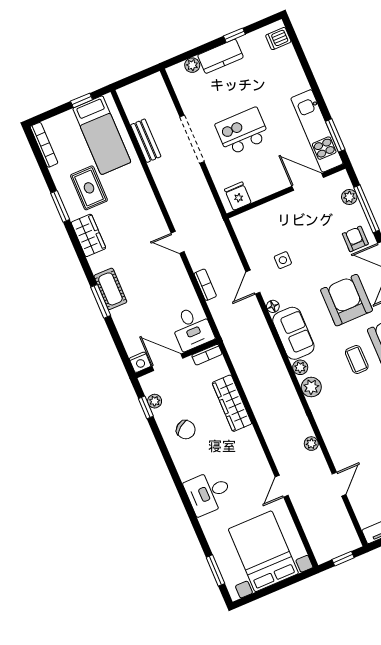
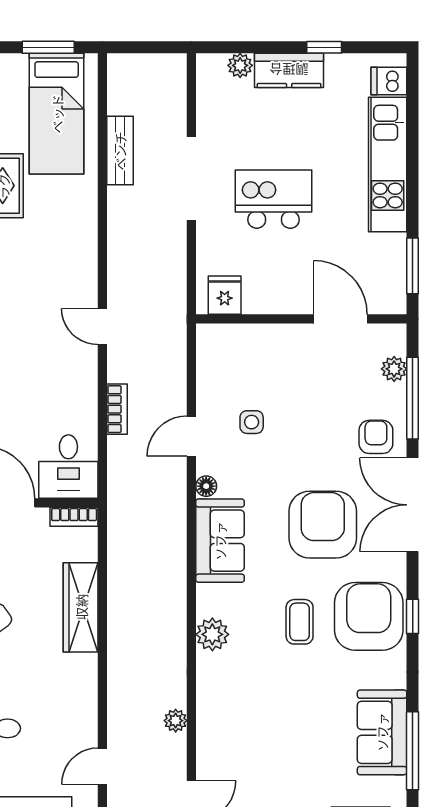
window: (82, 100) -> (48, 47), width x1.50
kitchen unit: (317, 131) -> (388, 164), moved
plant: (300, 367) -> (208, 597), removed

